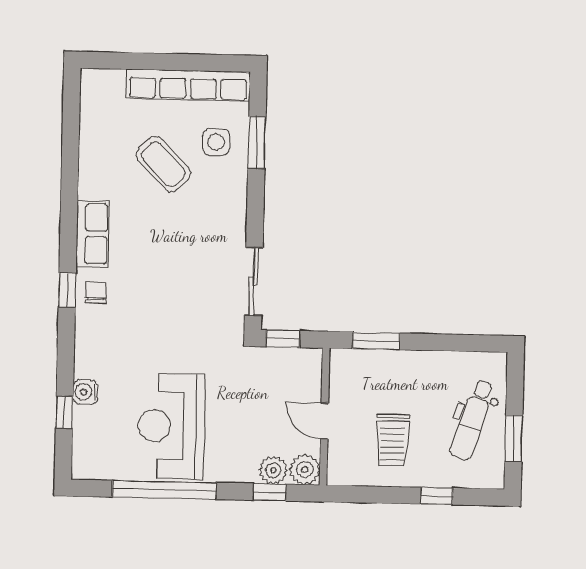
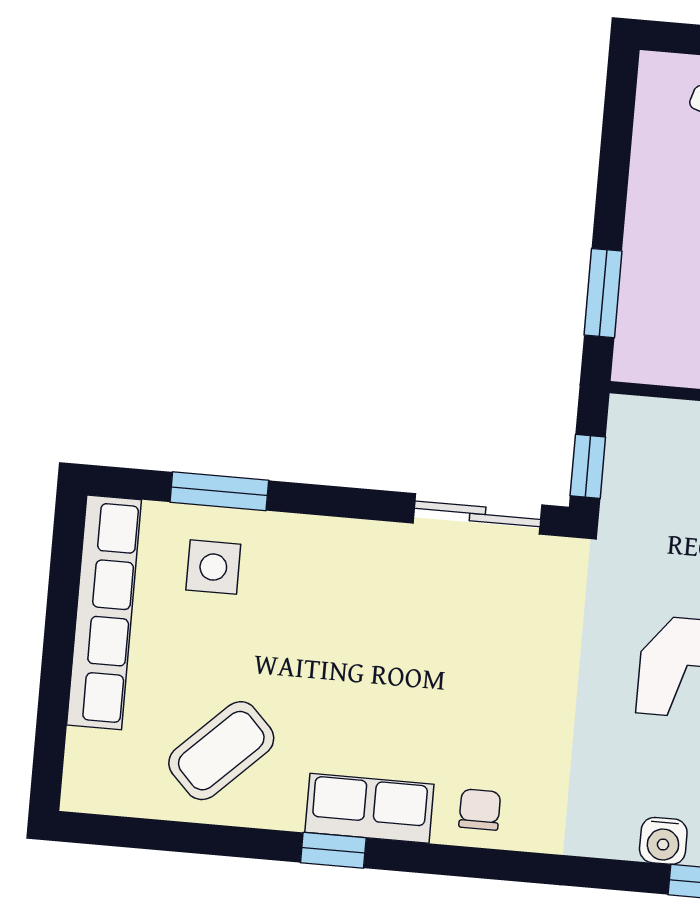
coffee table: (163, 164) -> (221, 751), moved
window: (67, 290) -> (333, 850), moved
chair: (96, 293) -> (480, 810), turned 90

